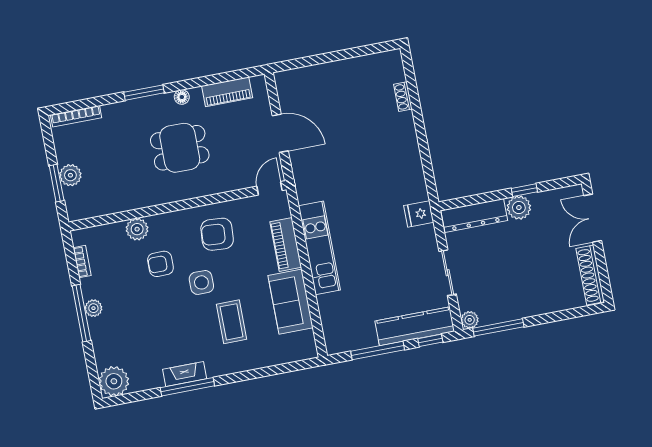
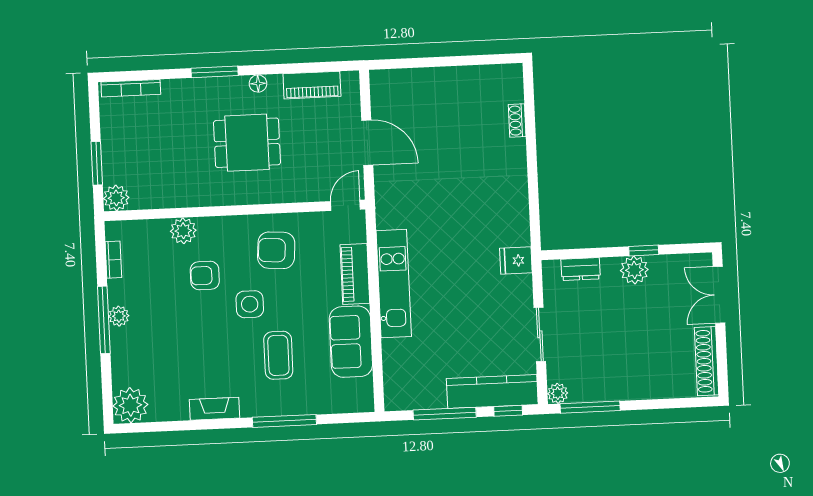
plant: (70, 175) -> (116, 198), moved
dresser: (474, 215) -> (581, 269), width x0.51, depth x0.80
window: (187, 387) -> (284, 421), moved

